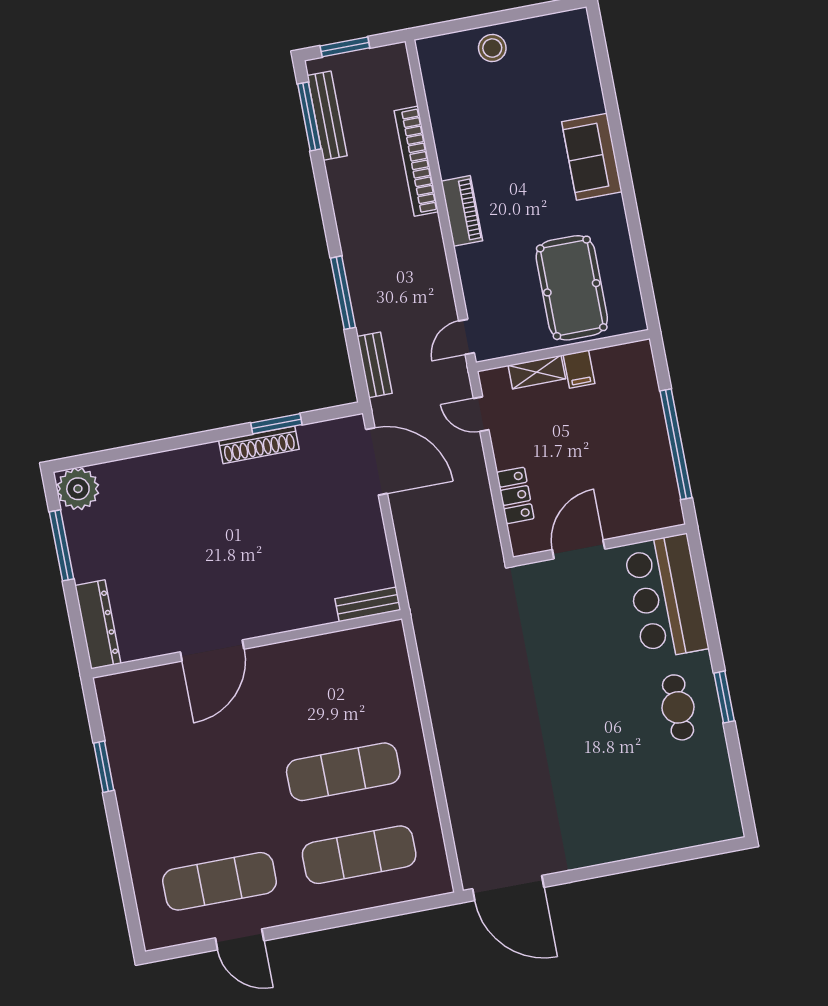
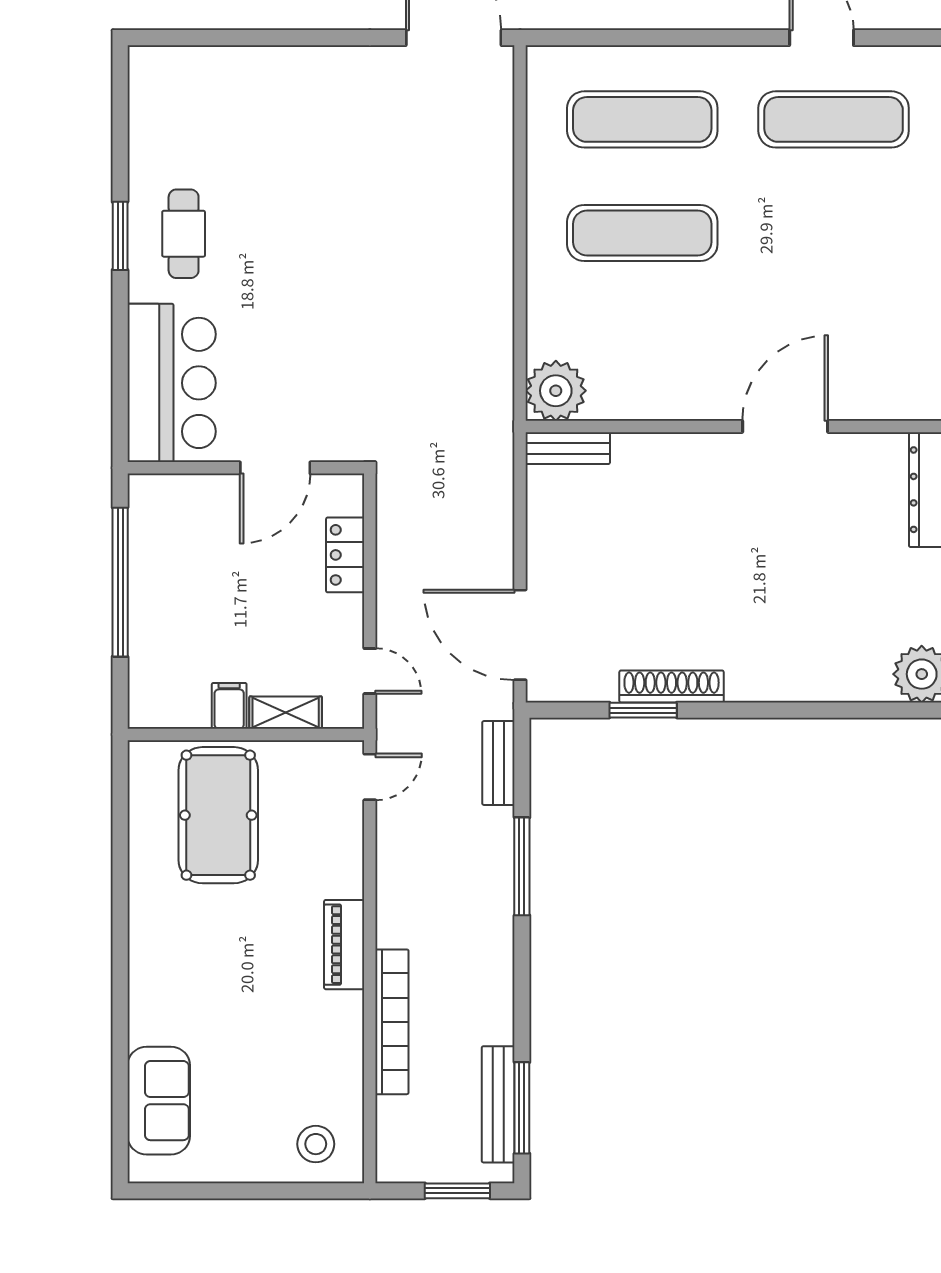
stool: (492, 48) -> (316, 1144), moved
sofa: (592, 157) -> (159, 1101), moved
plant: (384, 645) -> (556, 391), added

